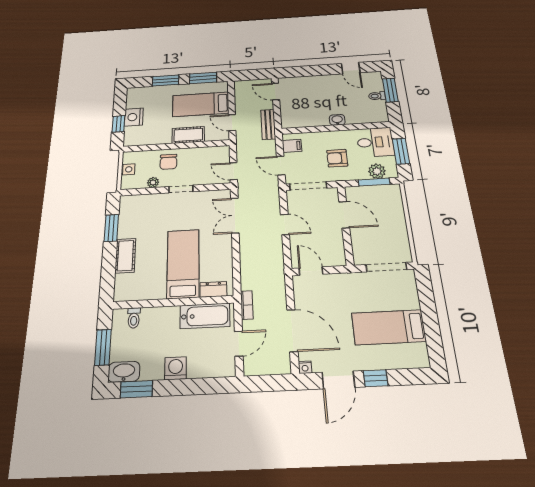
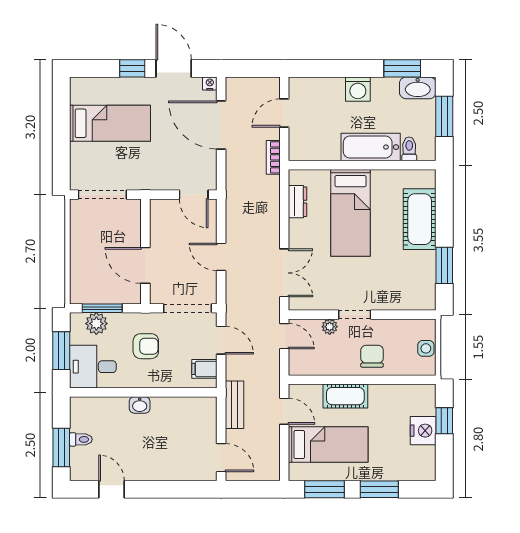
plant: (153, 182) -> (330, 327), moved
cot: (125, 256) -> (420, 219), width x1.37, depth x1.34
dresser: (213, 289) -> (298, 202), moved, turned -90
bathtub: (205, 316) -> (371, 147), moved
door: (338, 380) -> (174, 68), hinge flipped

